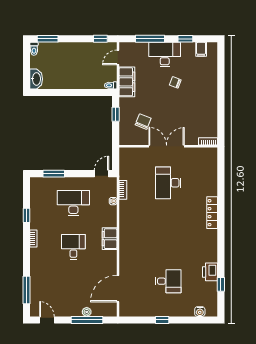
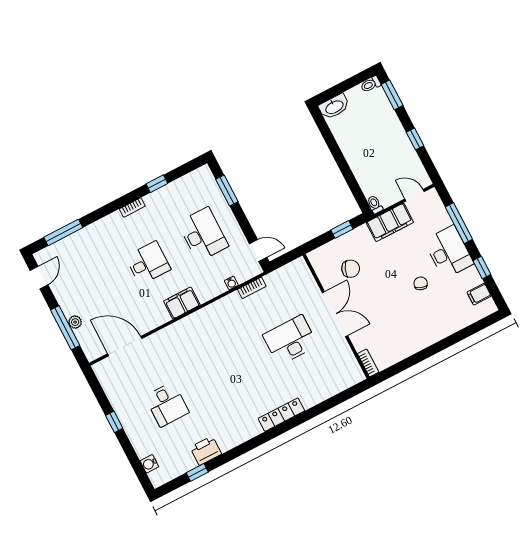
window: (100, 39) -> (415, 139), moved

